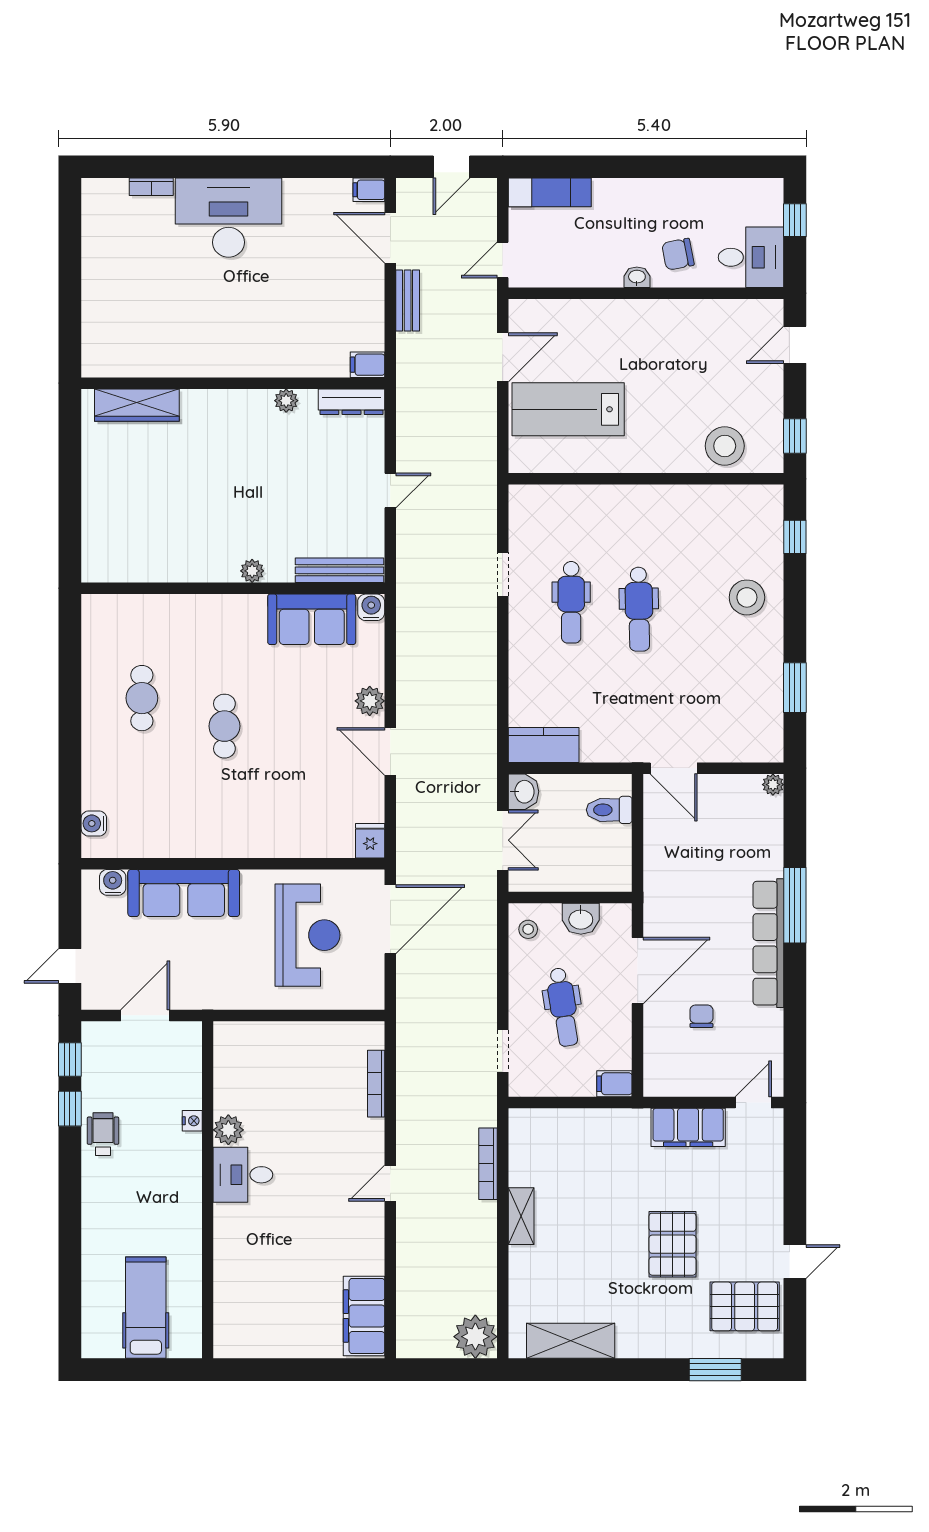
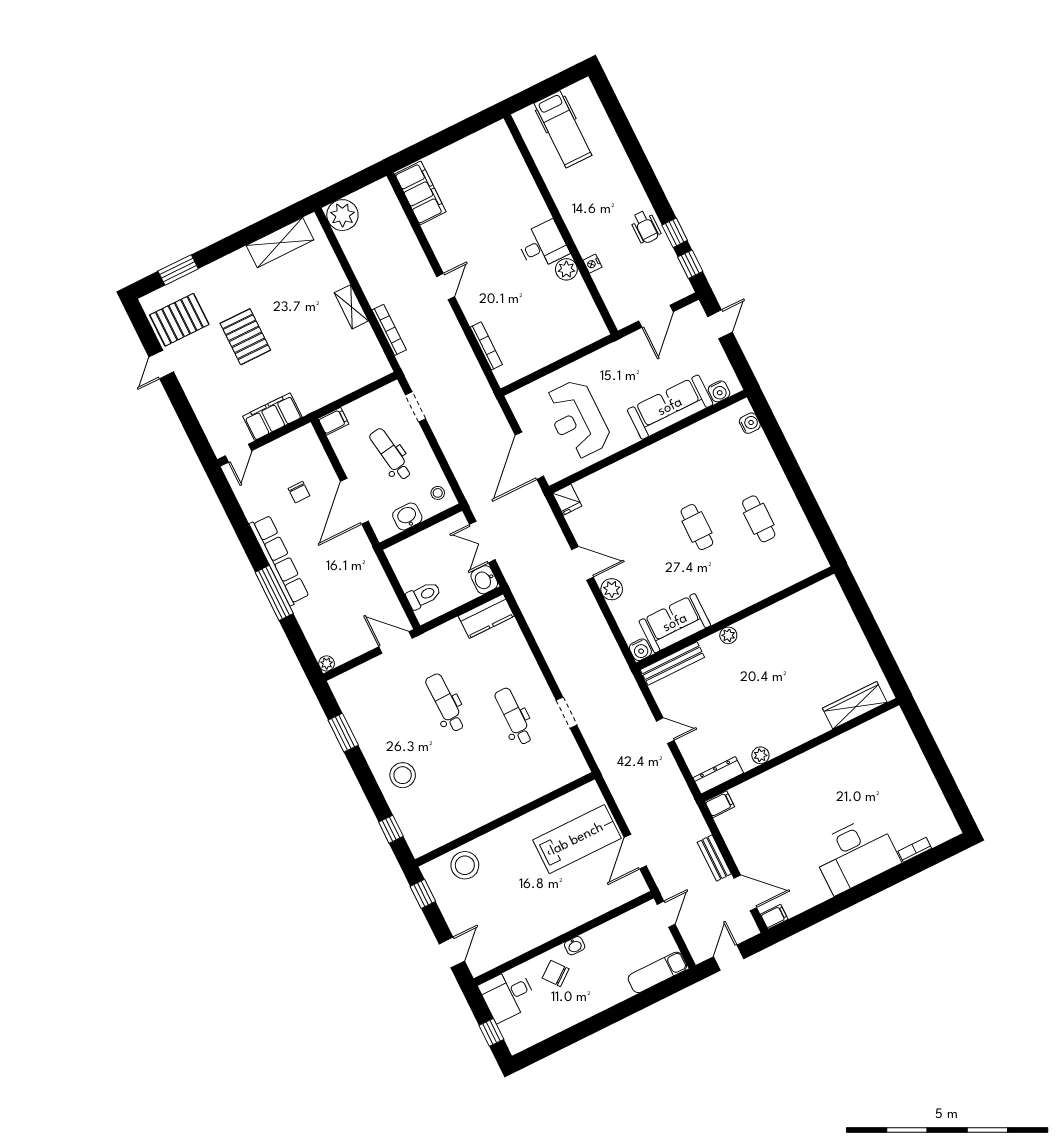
chair: (678, 254) -> (556, 973), turned -117
door: (390, 491) -> (665, 731), swing flipped
dental chair: (639, 609) -> (445, 703), moved

